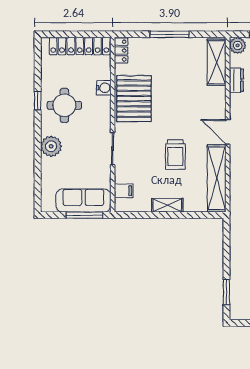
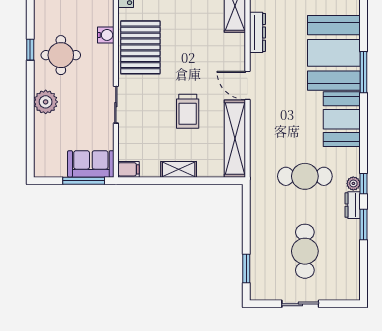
dresser: (236, 80) -> (257, 32), width x1.44
filing cabinet: (124, 191) -> (129, 169), moved
sofa: (83, 201) -> (91, 164), width x0.73

